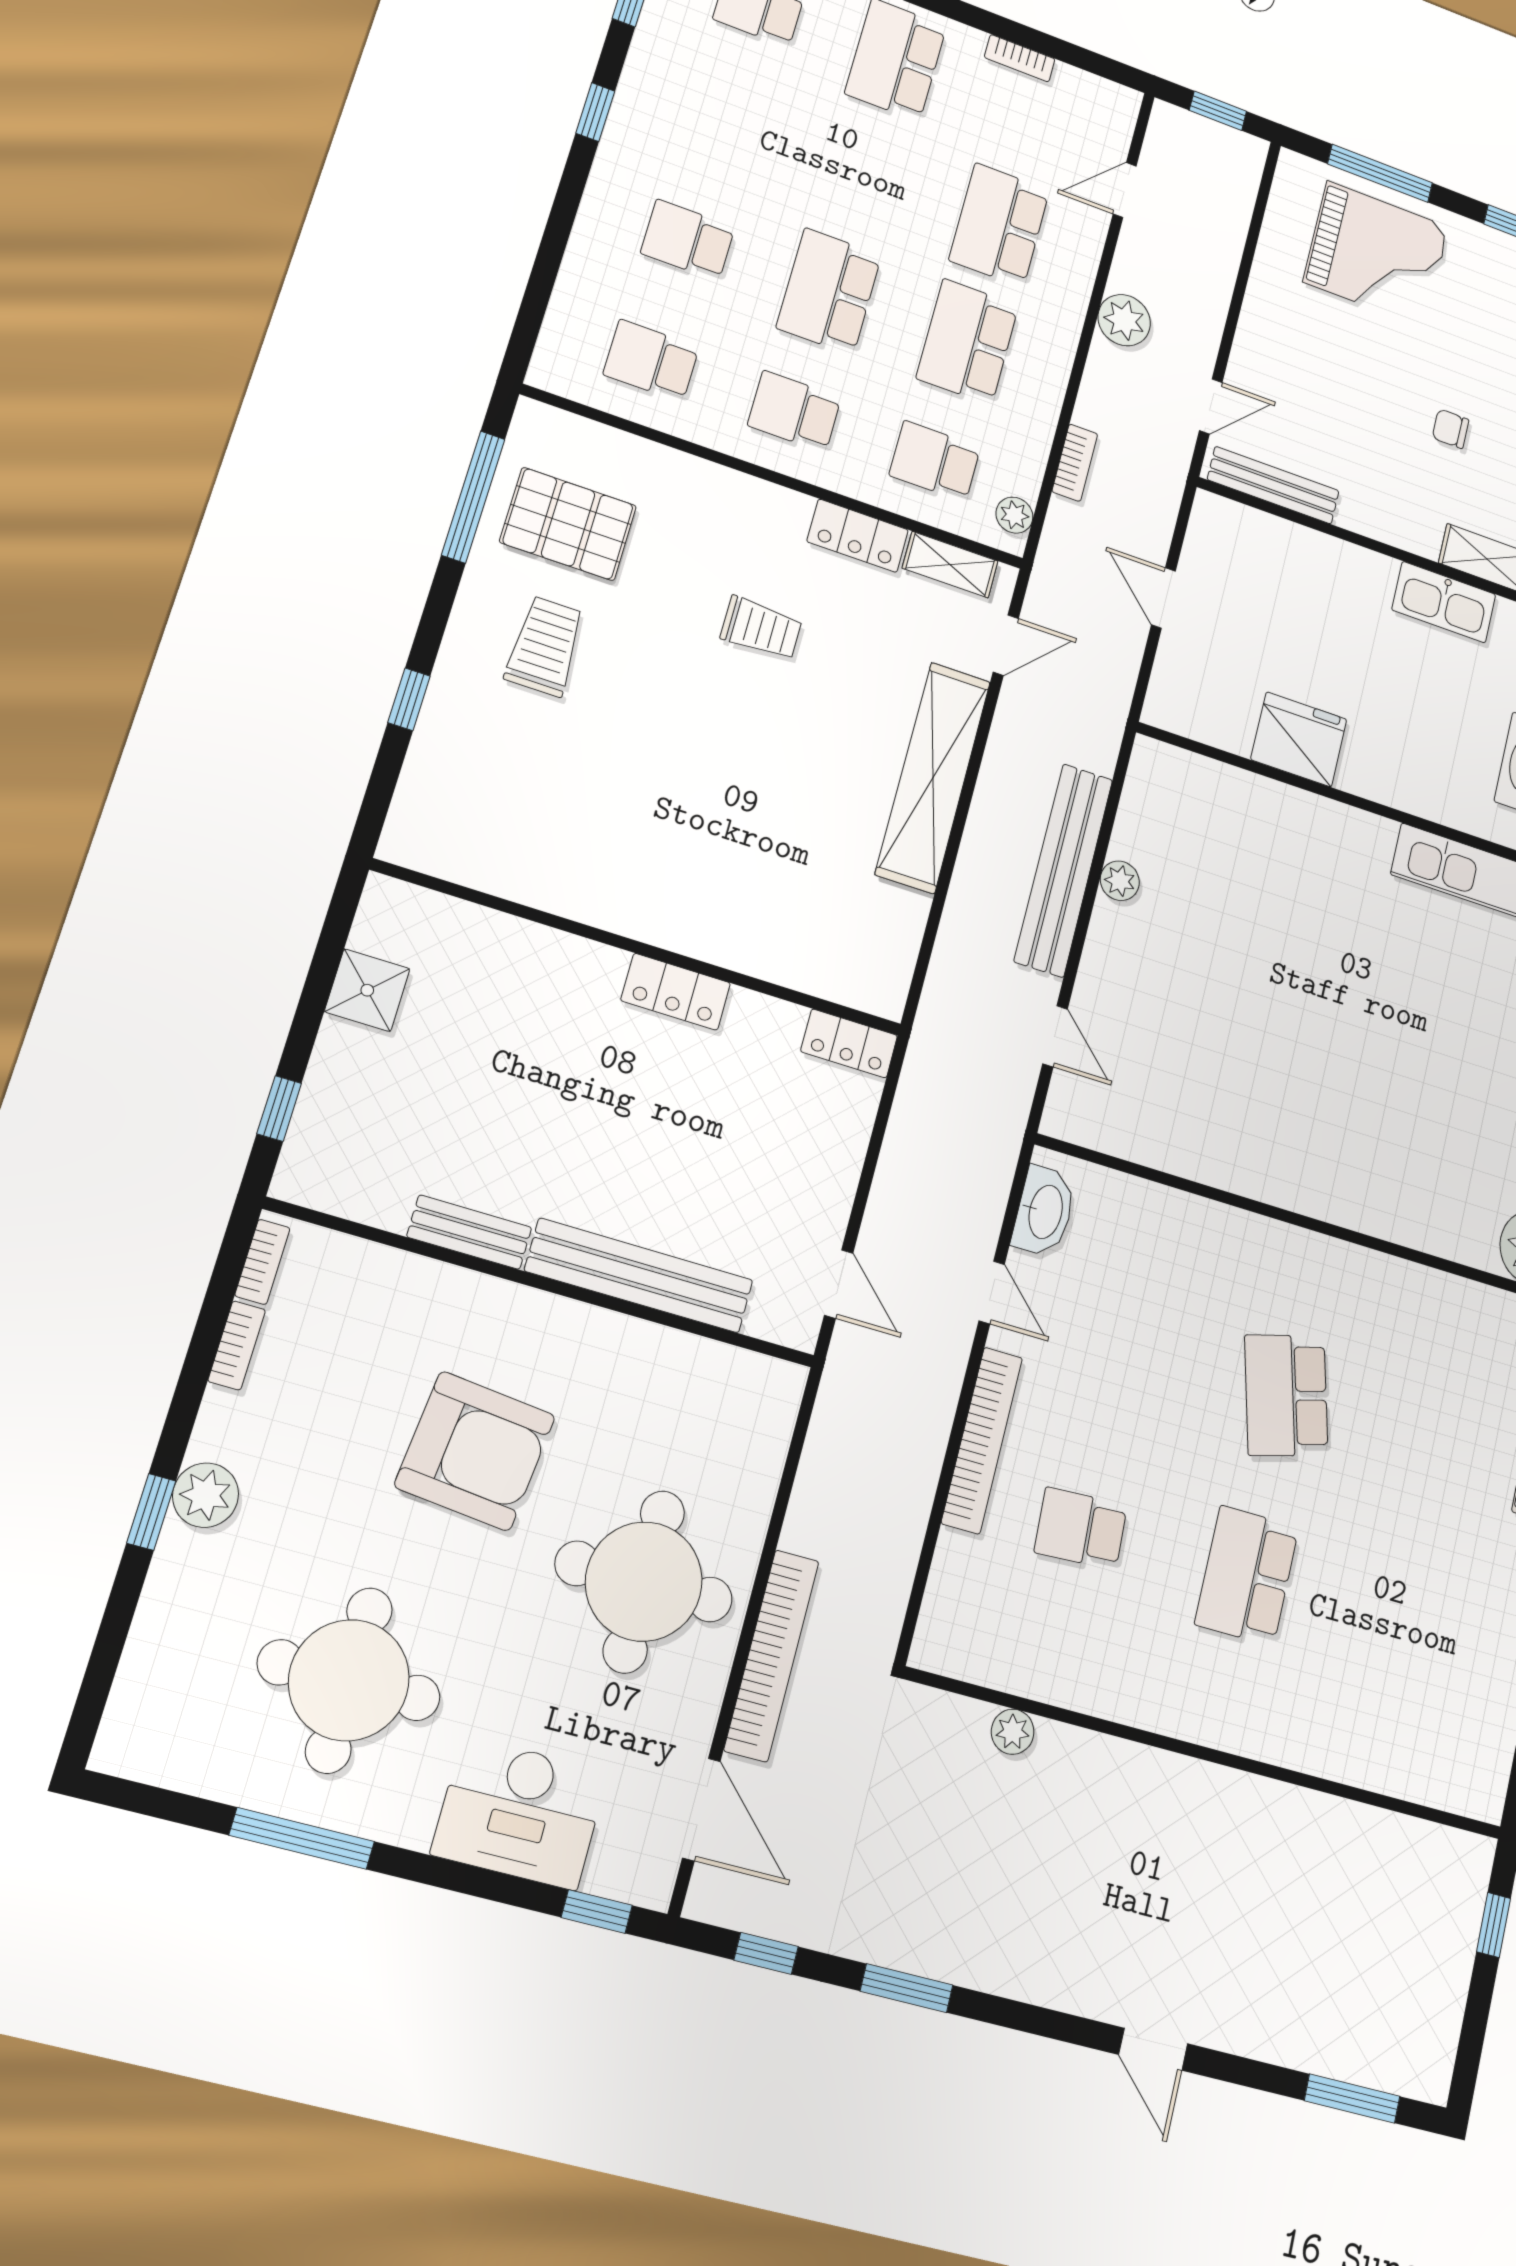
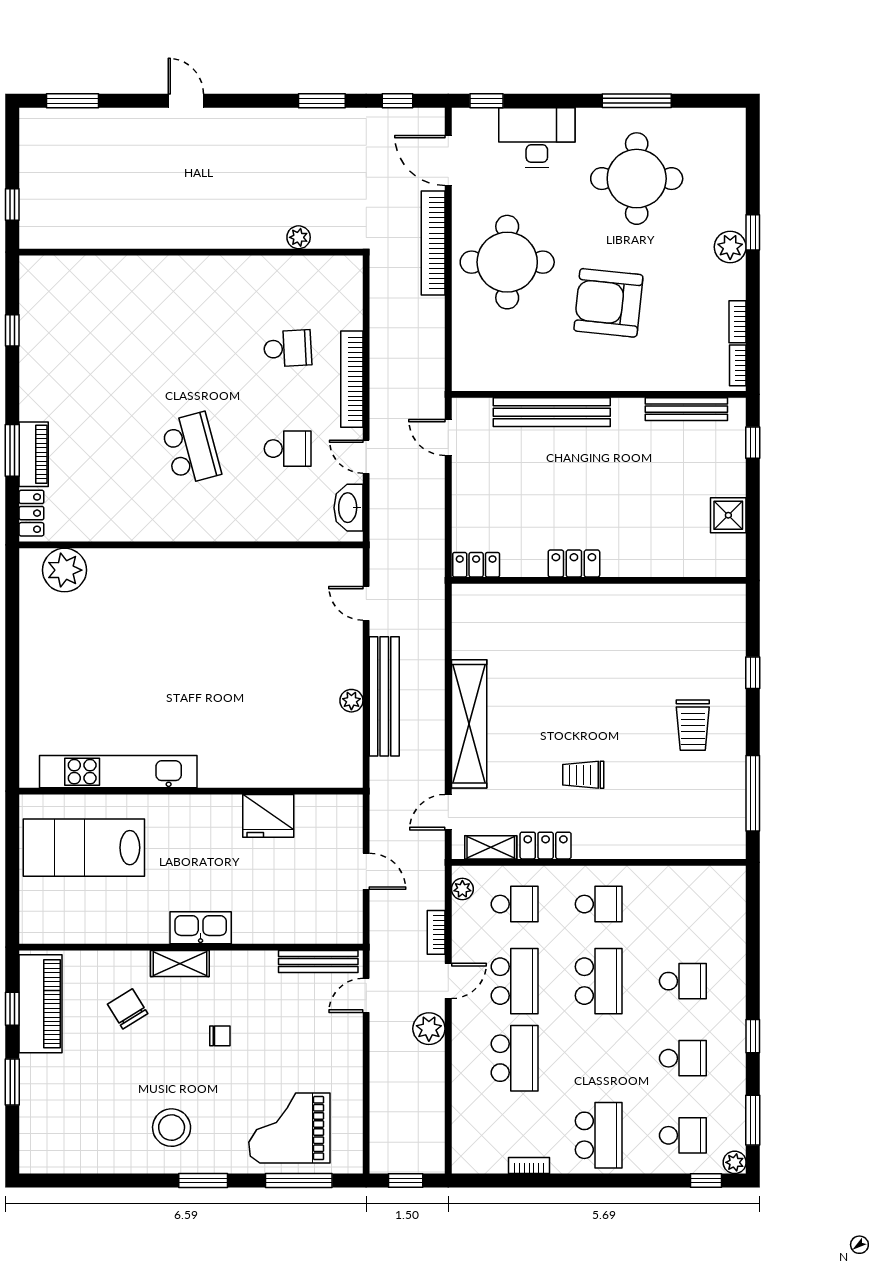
door: (1125, 190) -> (448, 981), moved
school desk: (651, 361) -> (683, 1058), moved
pallet: (568, 524) -> (700, 796), removed
bench: (469, 1232) -> (686, 409), moved, width x1.36
school desk: (1247, 1576) -> (288, 449), moved, width x0.54

